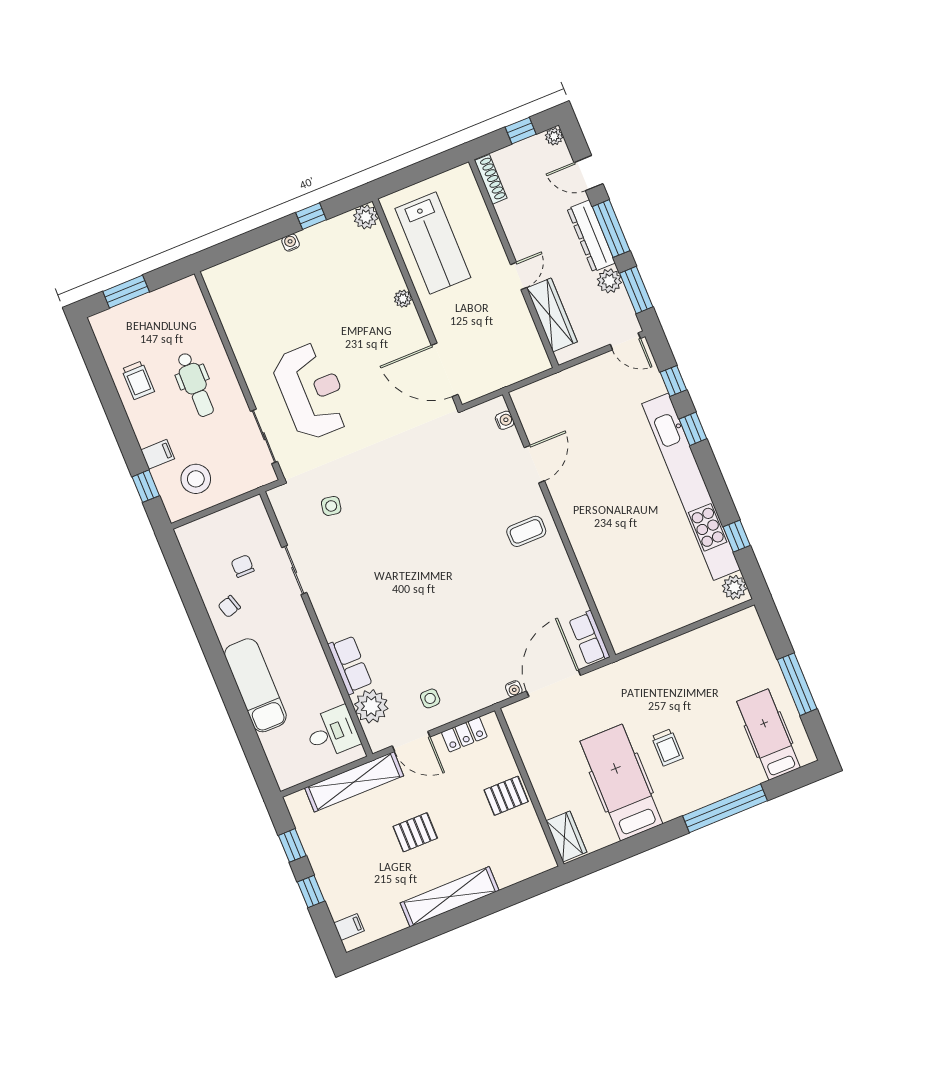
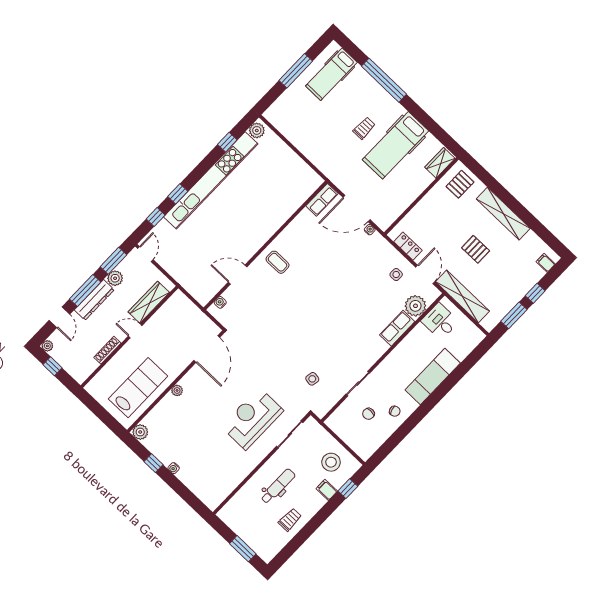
shoe rack: (491, 179) -> (107, 350), moved
pallet: (506, 796) -> (460, 184), moved, turned 90
window: (292, 845) -> (514, 315), width x1.50

